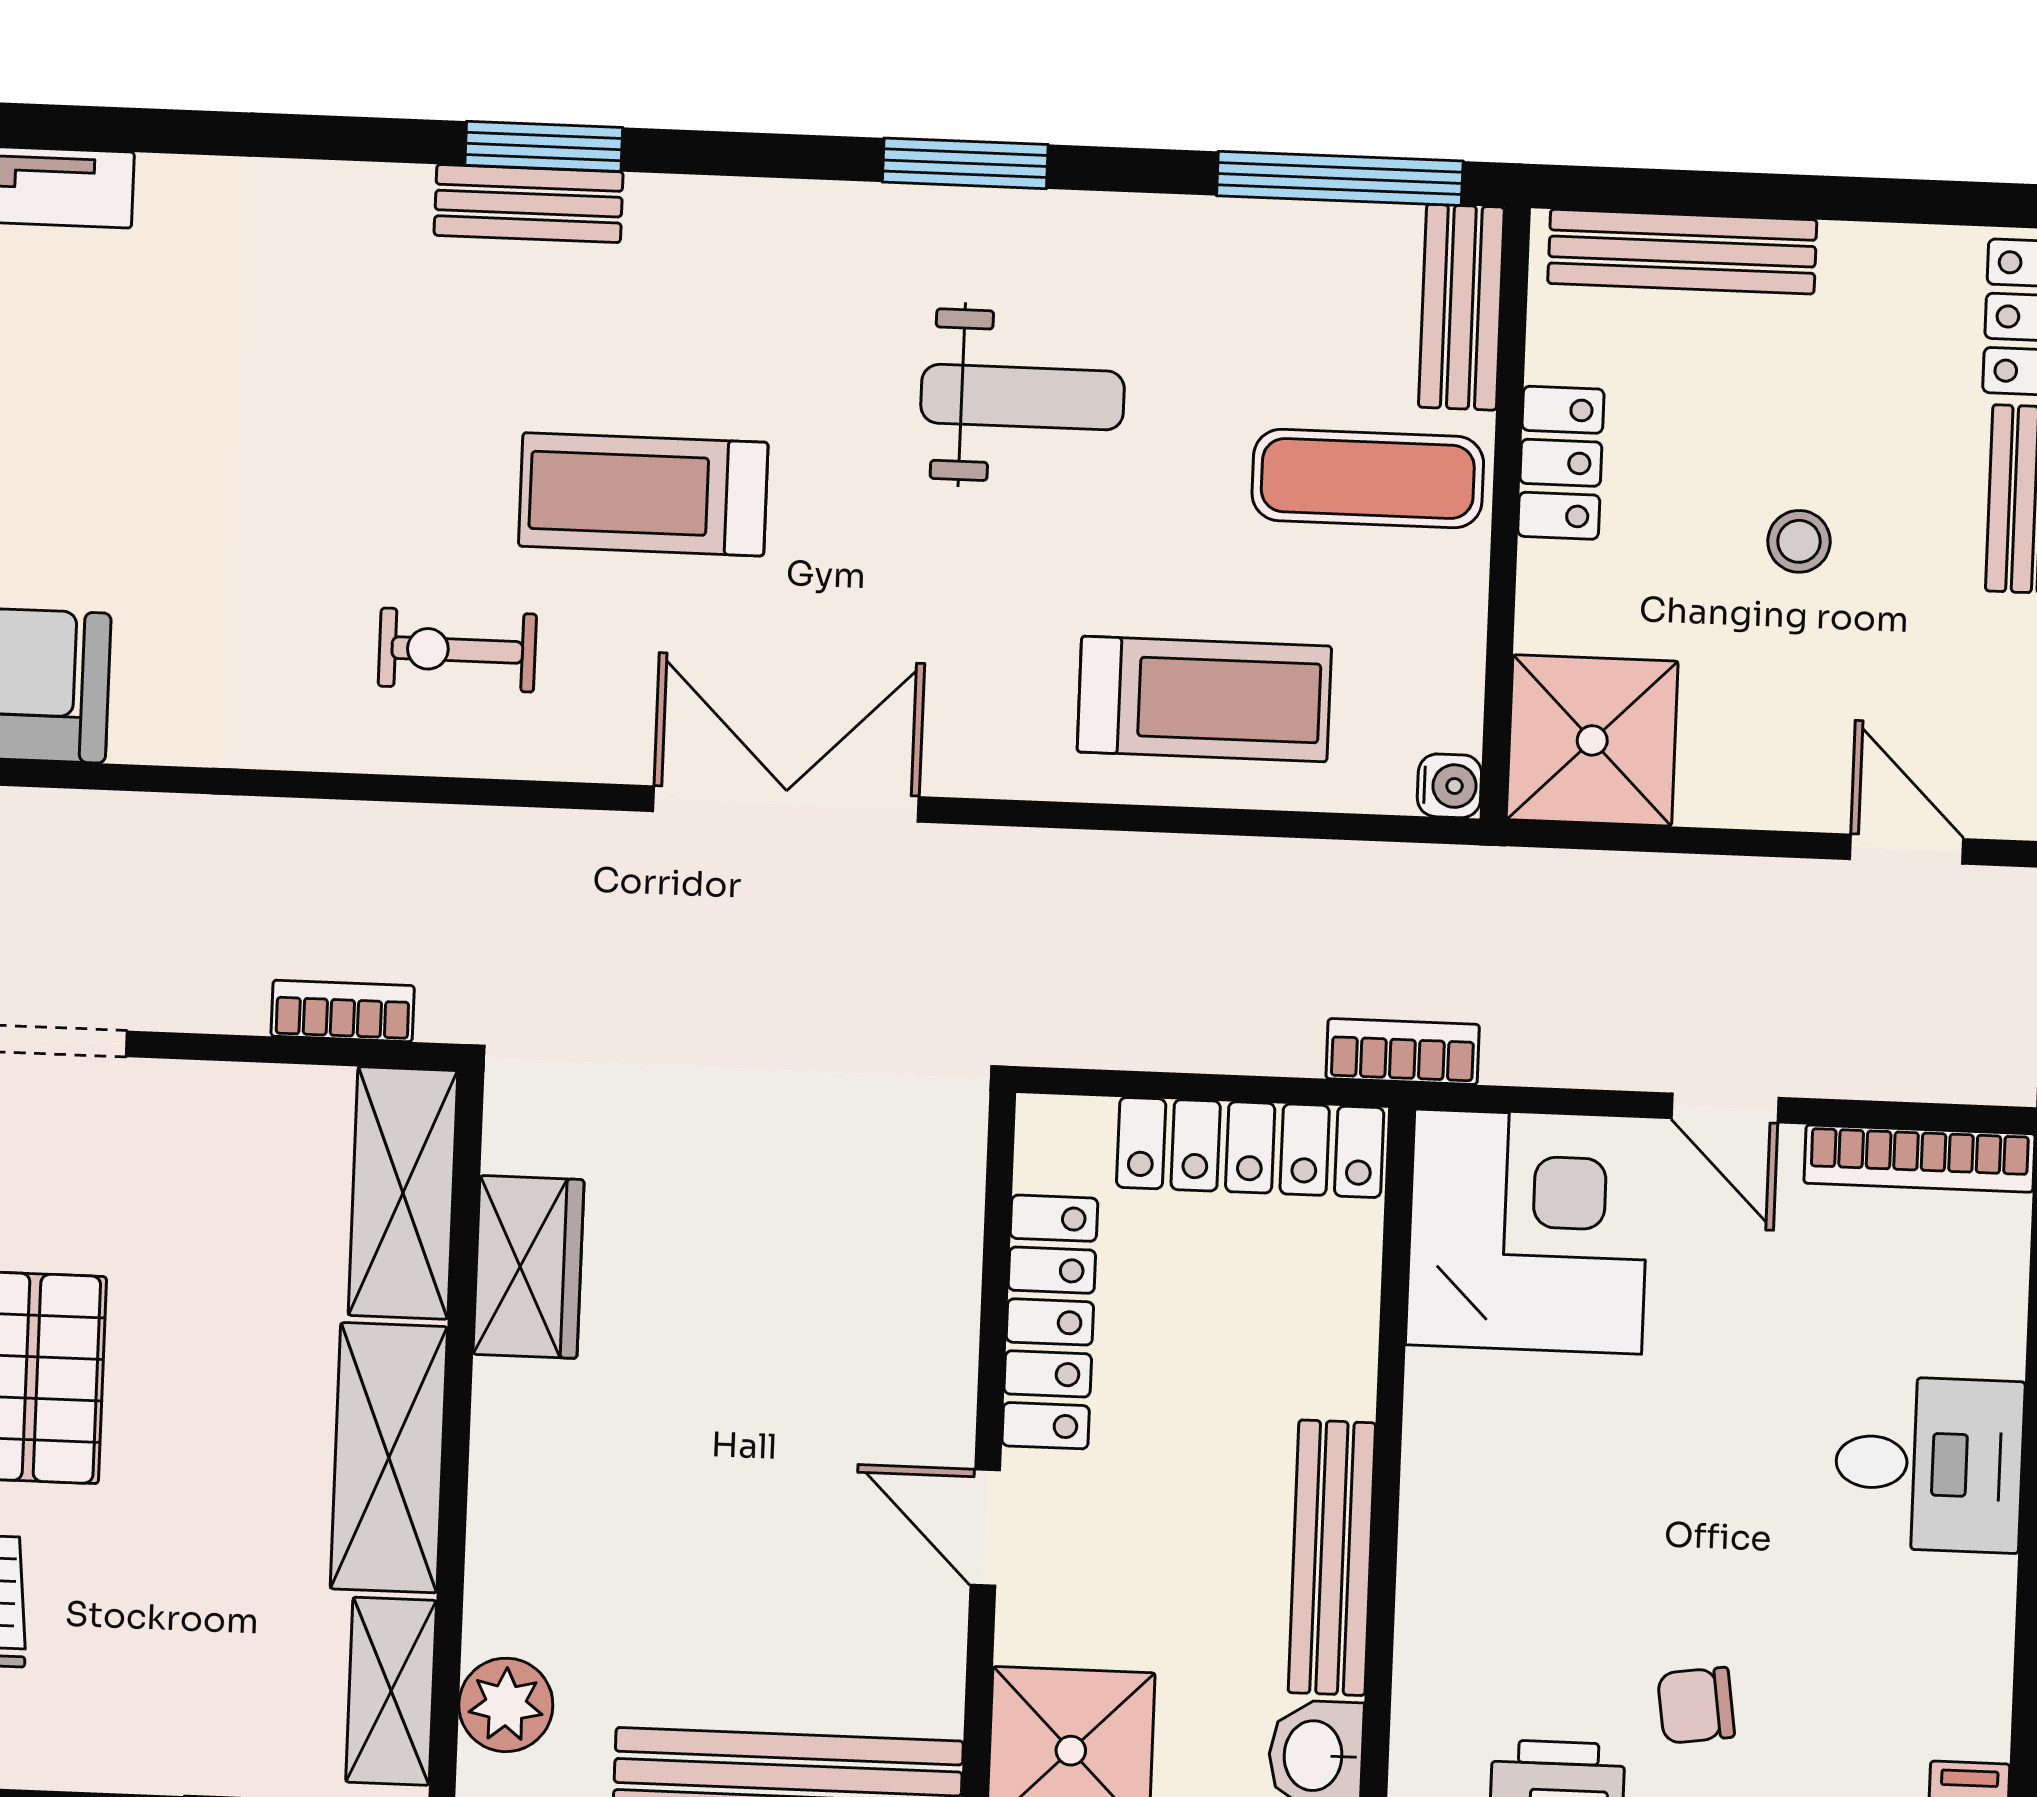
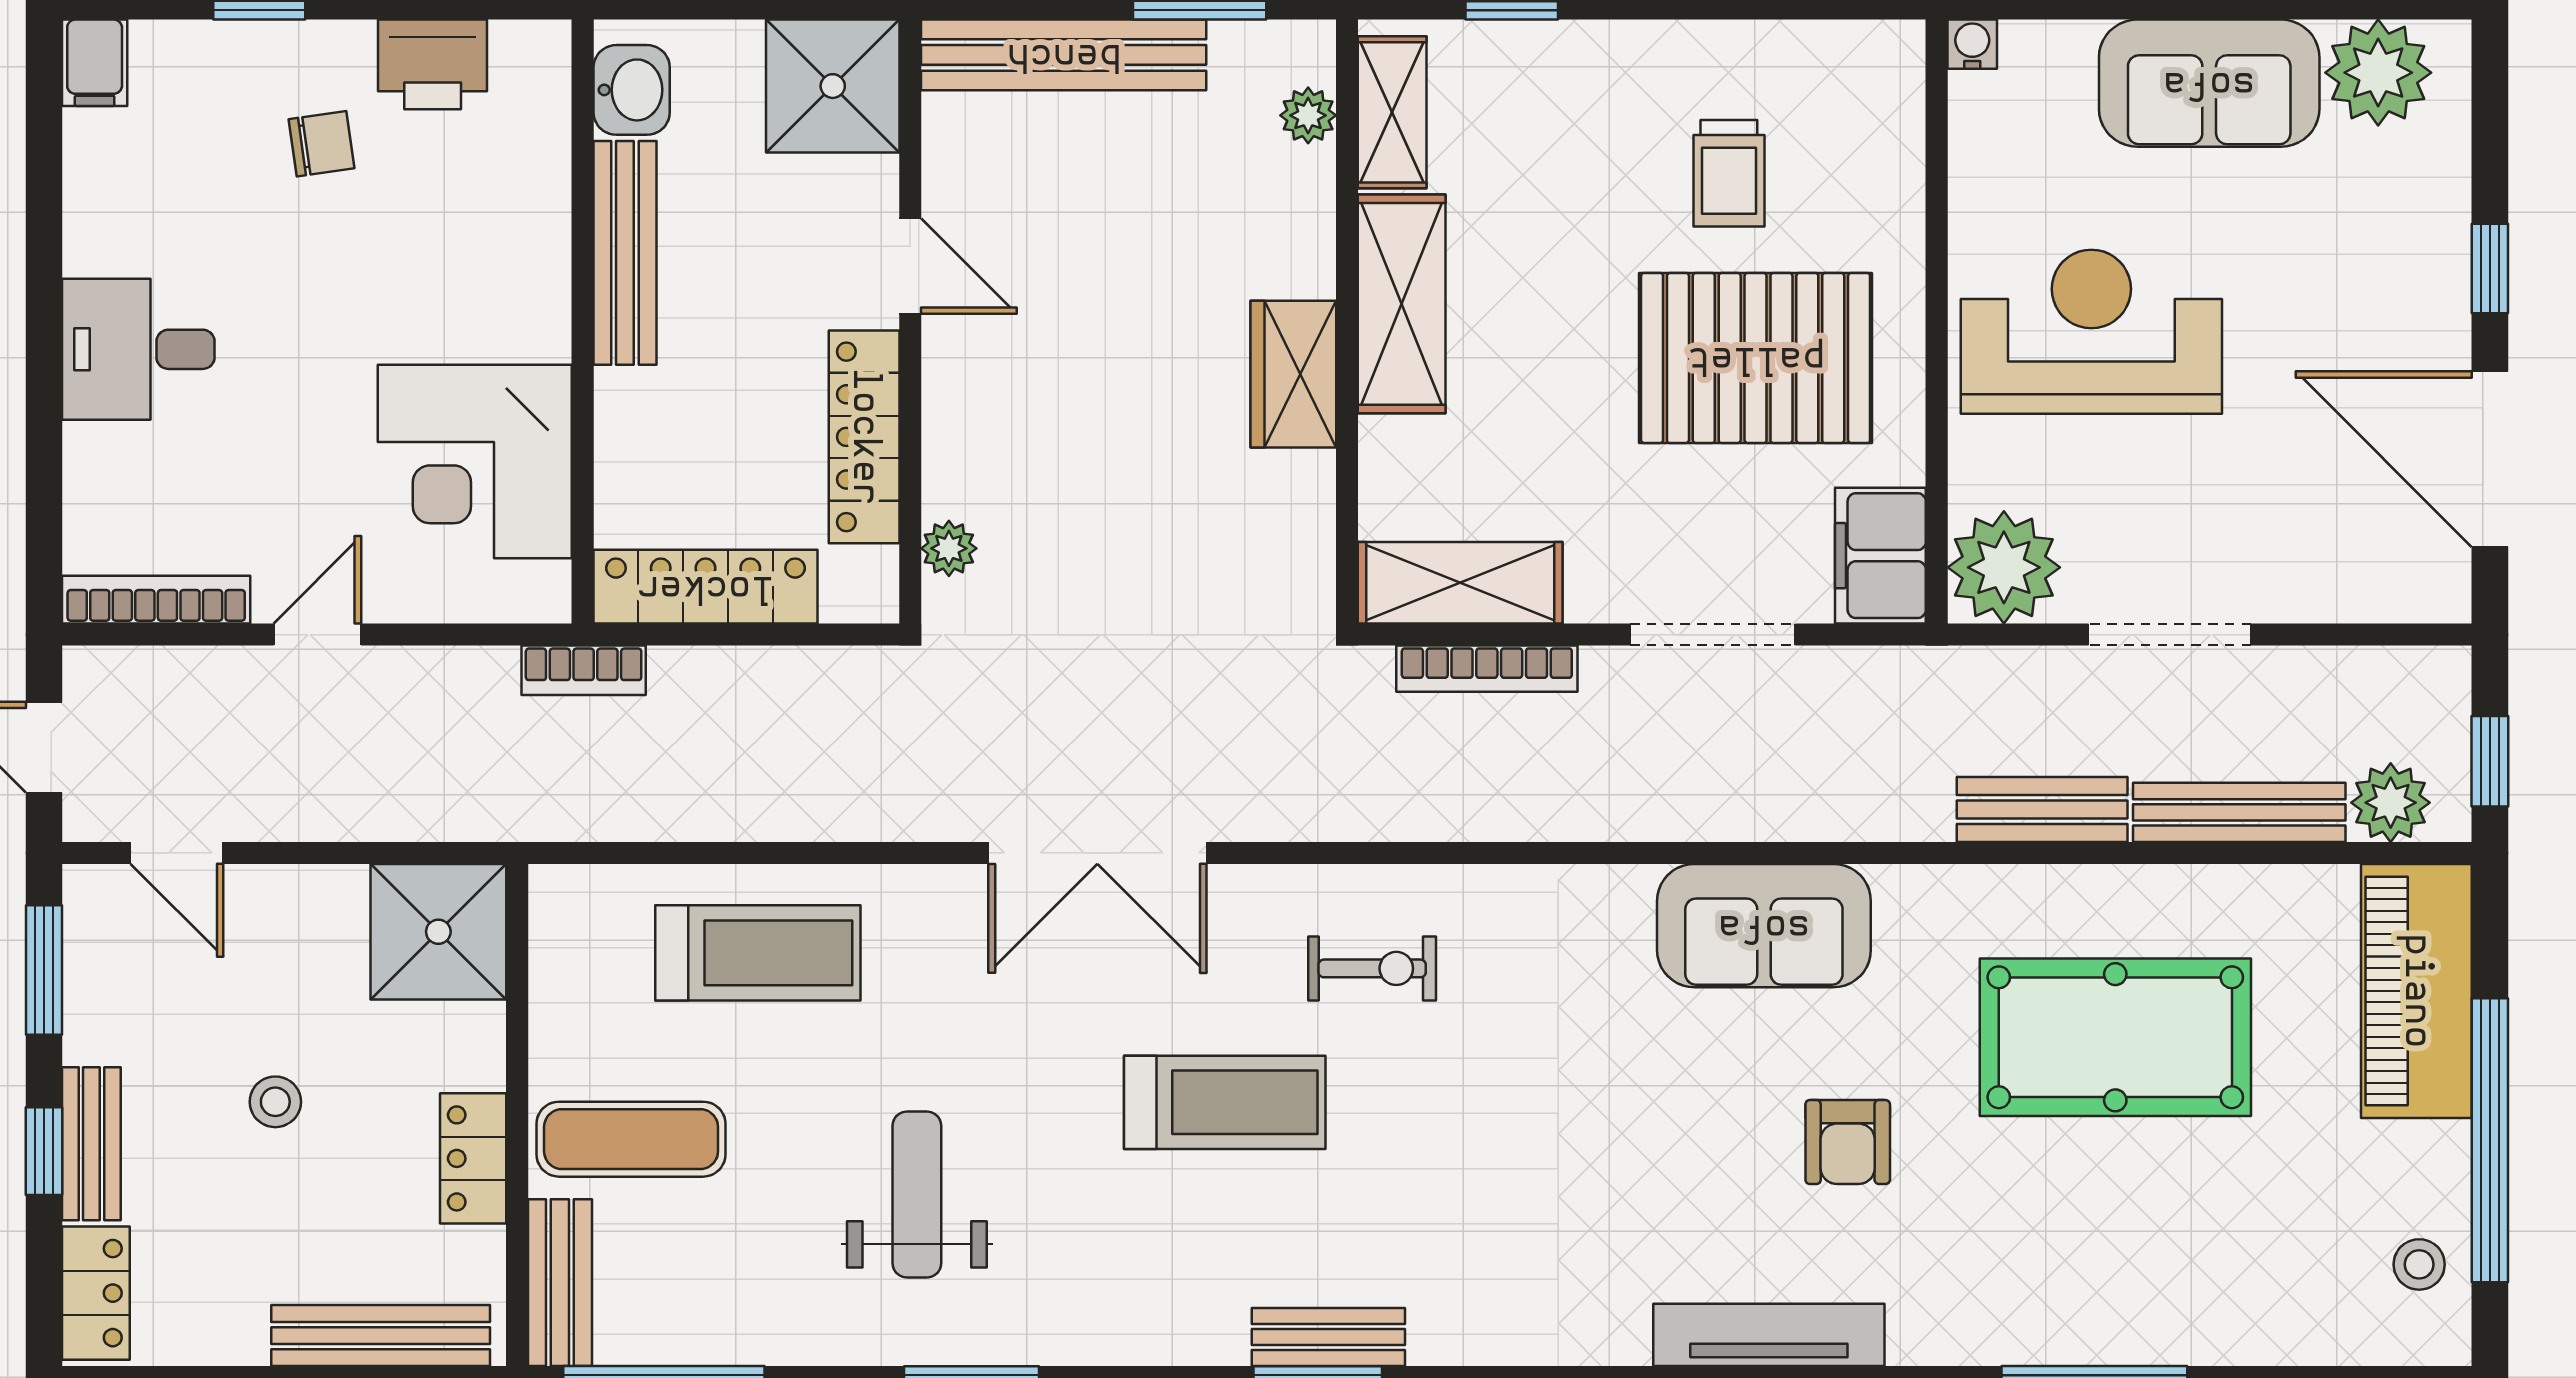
weight bench: (1023, 397) -> (917, 1195), turned 90
treadmill: (1204, 699) -> (758, 953), turned 180
water cooler: (1449, 786) -> (554, 890), removed
bookcase: (343, 1011) -> (1487, 669), width x1.56
door: (1725, 1108) -> (317, 635), hinge flipped
plant: (952, 1182) -> (949, 548), added
shelving: (403, 1193) -> (1460, 583), moved, turned 90
corner desk: (1528, 1232) -> (475, 461), moved
wardrobe: (528, 1267) -> (1293, 374), moved
plant: (506, 1705) -> (1308, 115), width x0.73, depth x0.73

